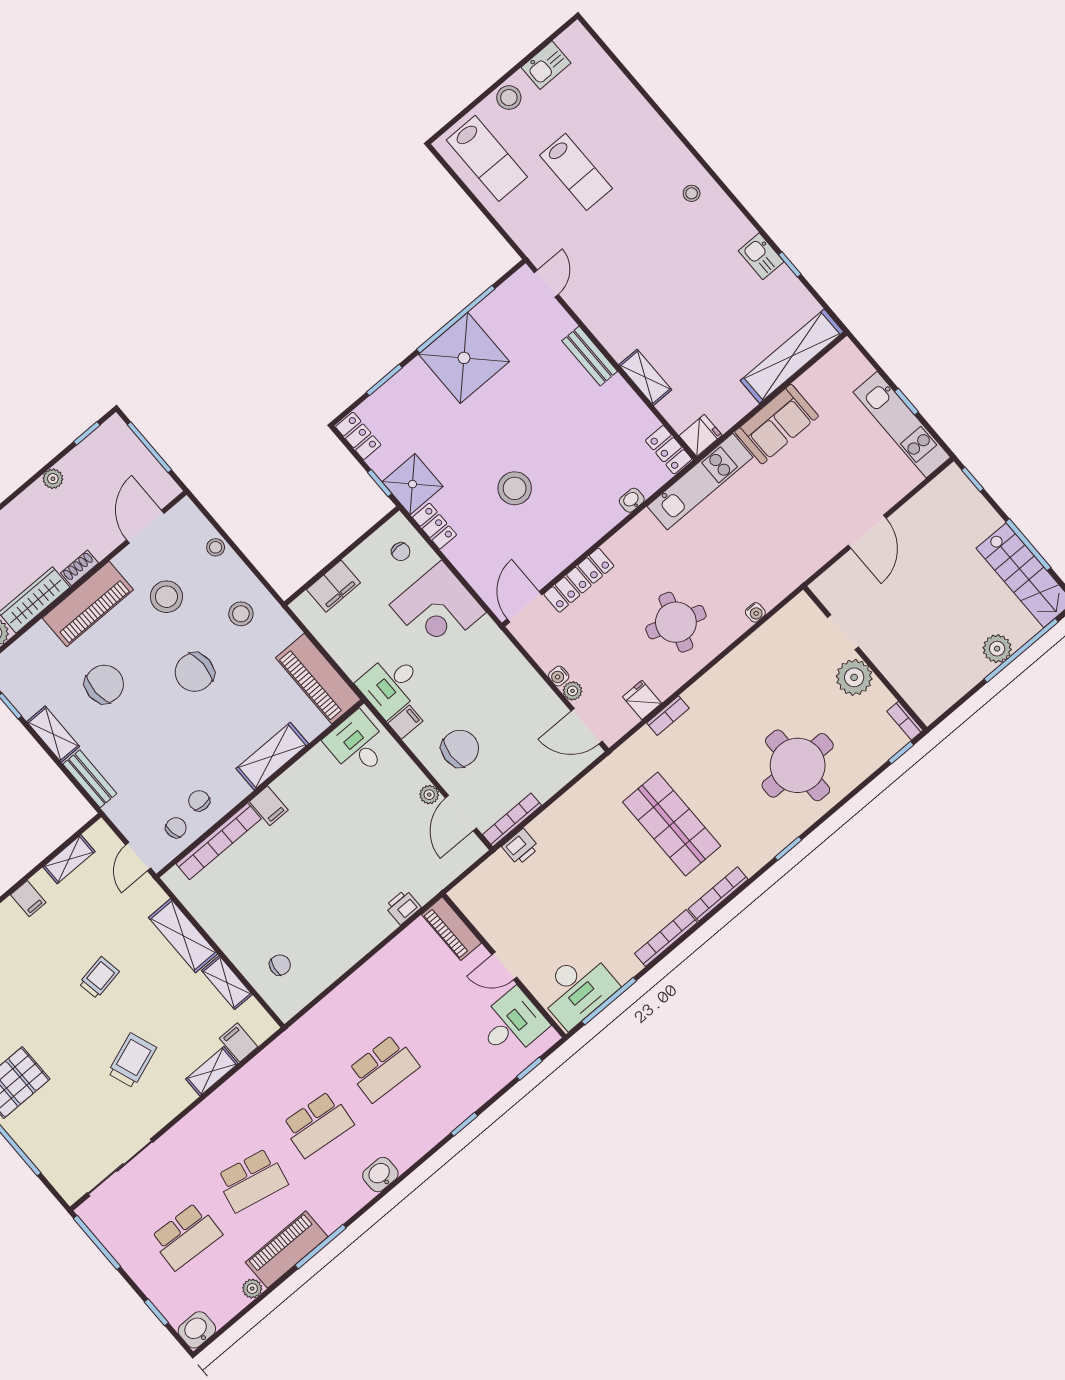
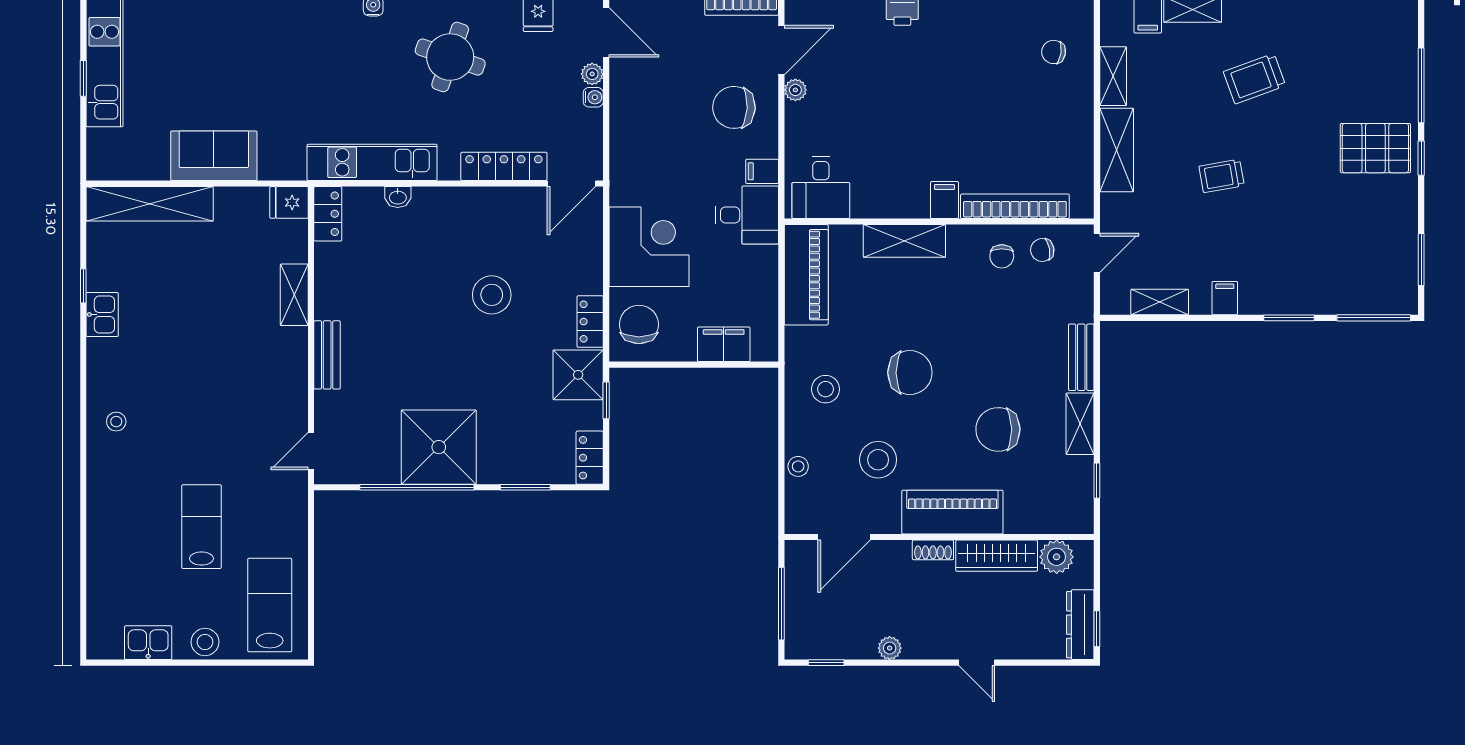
kitchen unit: (700, 482) -> (372, 162), moved
chair: (401, 552) -> (639, 324), width x1.87, depth x1.87

